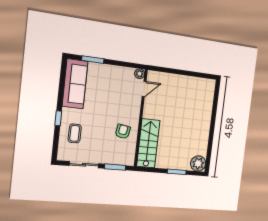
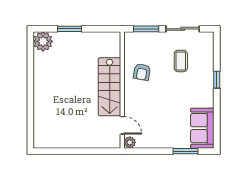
sofa: (75, 84) -> (202, 128), width x0.73
door: (144, 89) -> (122, 125), swing flipped
coffee table: (75, 133) -> (181, 61), moved
stairs: (148, 143) -> (110, 87), moved

